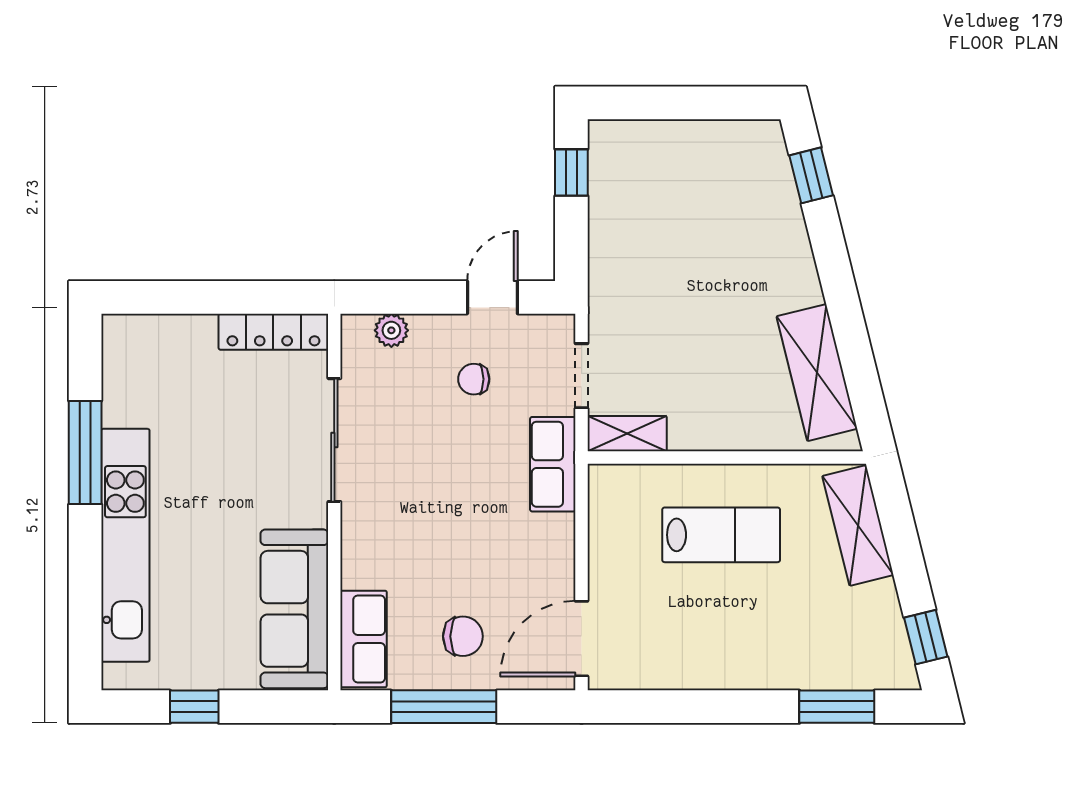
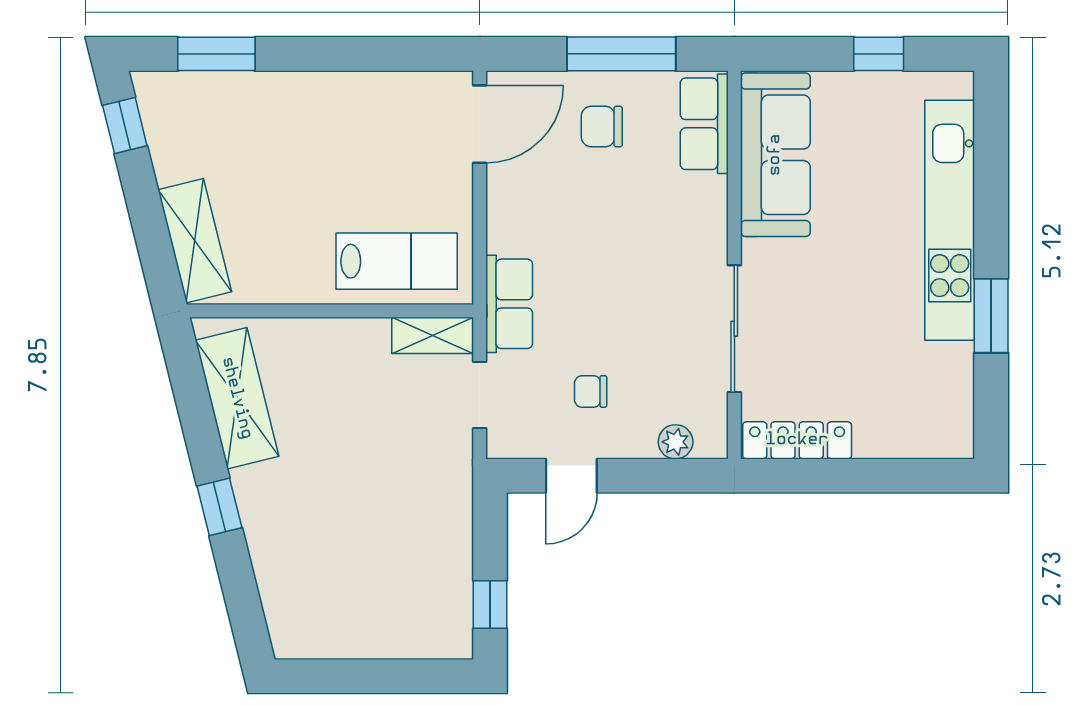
window: (811, 175) -> (219, 507), moved
chair: (474, 379) -> (591, 391), turned 180
window: (85, 453) -> (991, 316), width x0.69
lab bench: (721, 535) -> (397, 261), moved, turned 180

